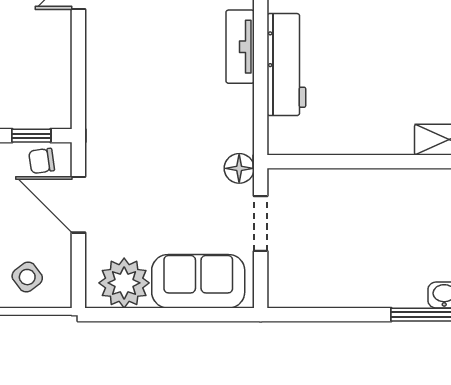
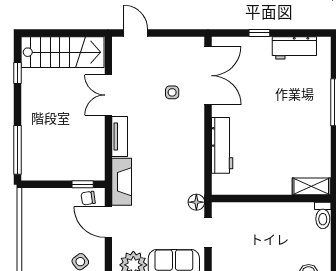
tv unit: (240, 47) -> (120, 137), moved, turned 180
fireplace: (103, 131) -> (122, 182), added

